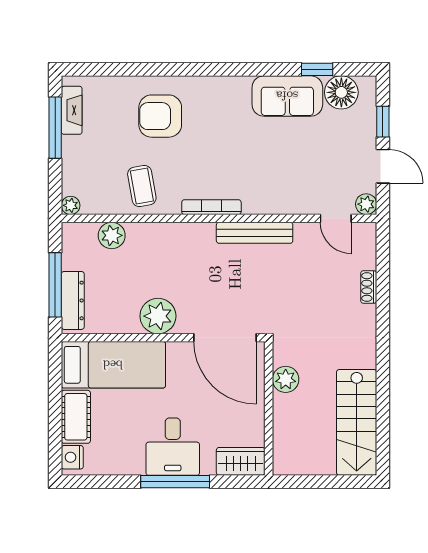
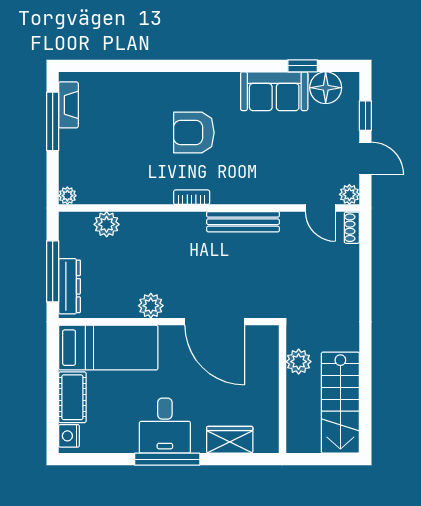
armchair: (160, 116) -> (194, 133), moved
coffee table: (142, 186) -> (135, 177), removed
bookcase: (211, 207) -> (192, 197), width x0.64
shoe rack: (369, 287) -> (352, 228), moved
plant: (158, 316) -> (151, 306), width x0.73, depth x0.73
plant: (286, 379) -> (299, 362), moved
wall: (269, 408) -> (282, 389), moved

